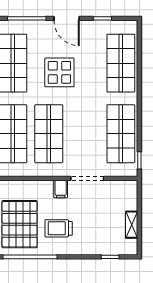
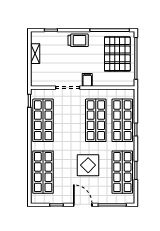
trolley: (59, 228) -> (78, 40), moved

